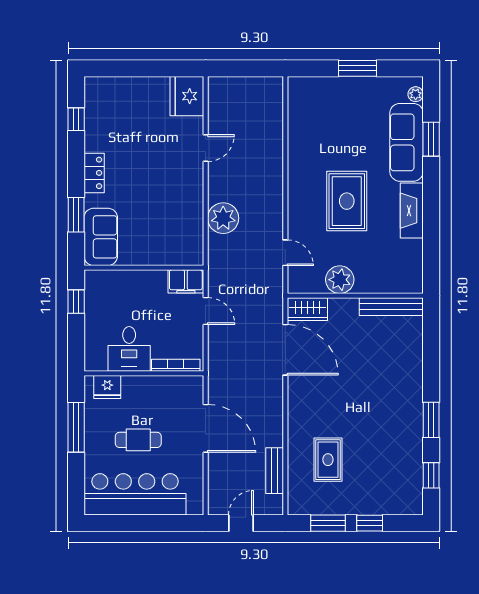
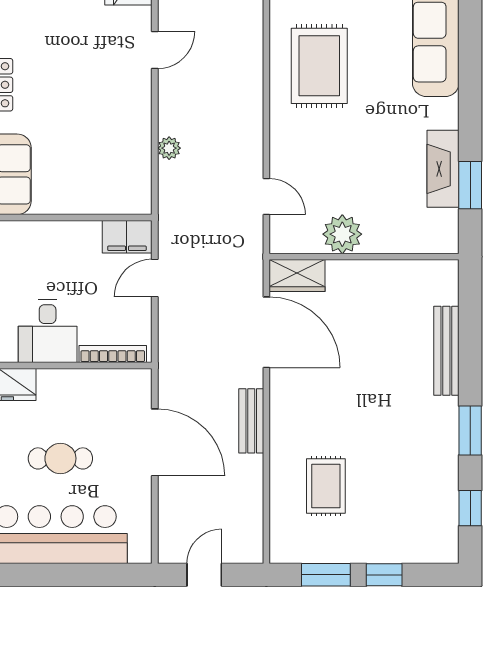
window: (431, 139) -> (470, 185), moved
rug: (347, 201) -> (319, 66), moved
fireplace: (412, 211) -> (443, 169), moved
plant: (223, 218) -> (169, 148), width x0.53, depth x0.53
bench: (391, 307) -> (446, 351), moved, turned 90
door: (206, 311) -> (155, 278), swing flipped
bench: (275, 471) -> (251, 421), moved

